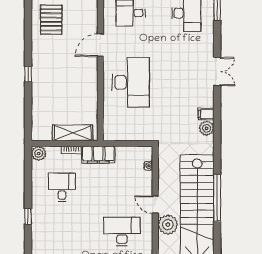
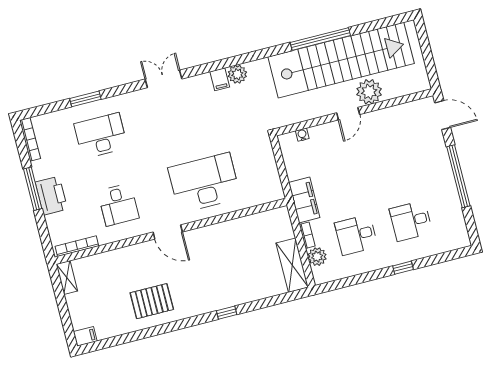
shelving: (73, 133) -> (292, 265), moved
plant: (39, 153) -> (317, 257), moved
desk: (122, 231) -> (411, 221), moved, width x0.73

